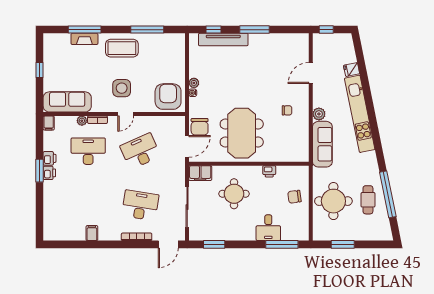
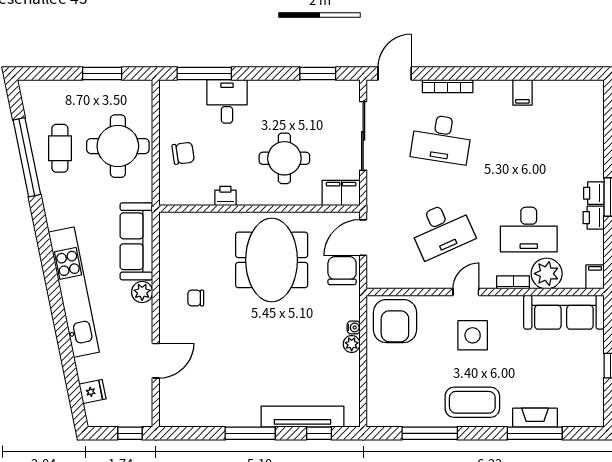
fridge: (352, 70) -> (93, 392), moved
plant: (82, 121) -> (547, 274), width x1.87, depth x1.87

